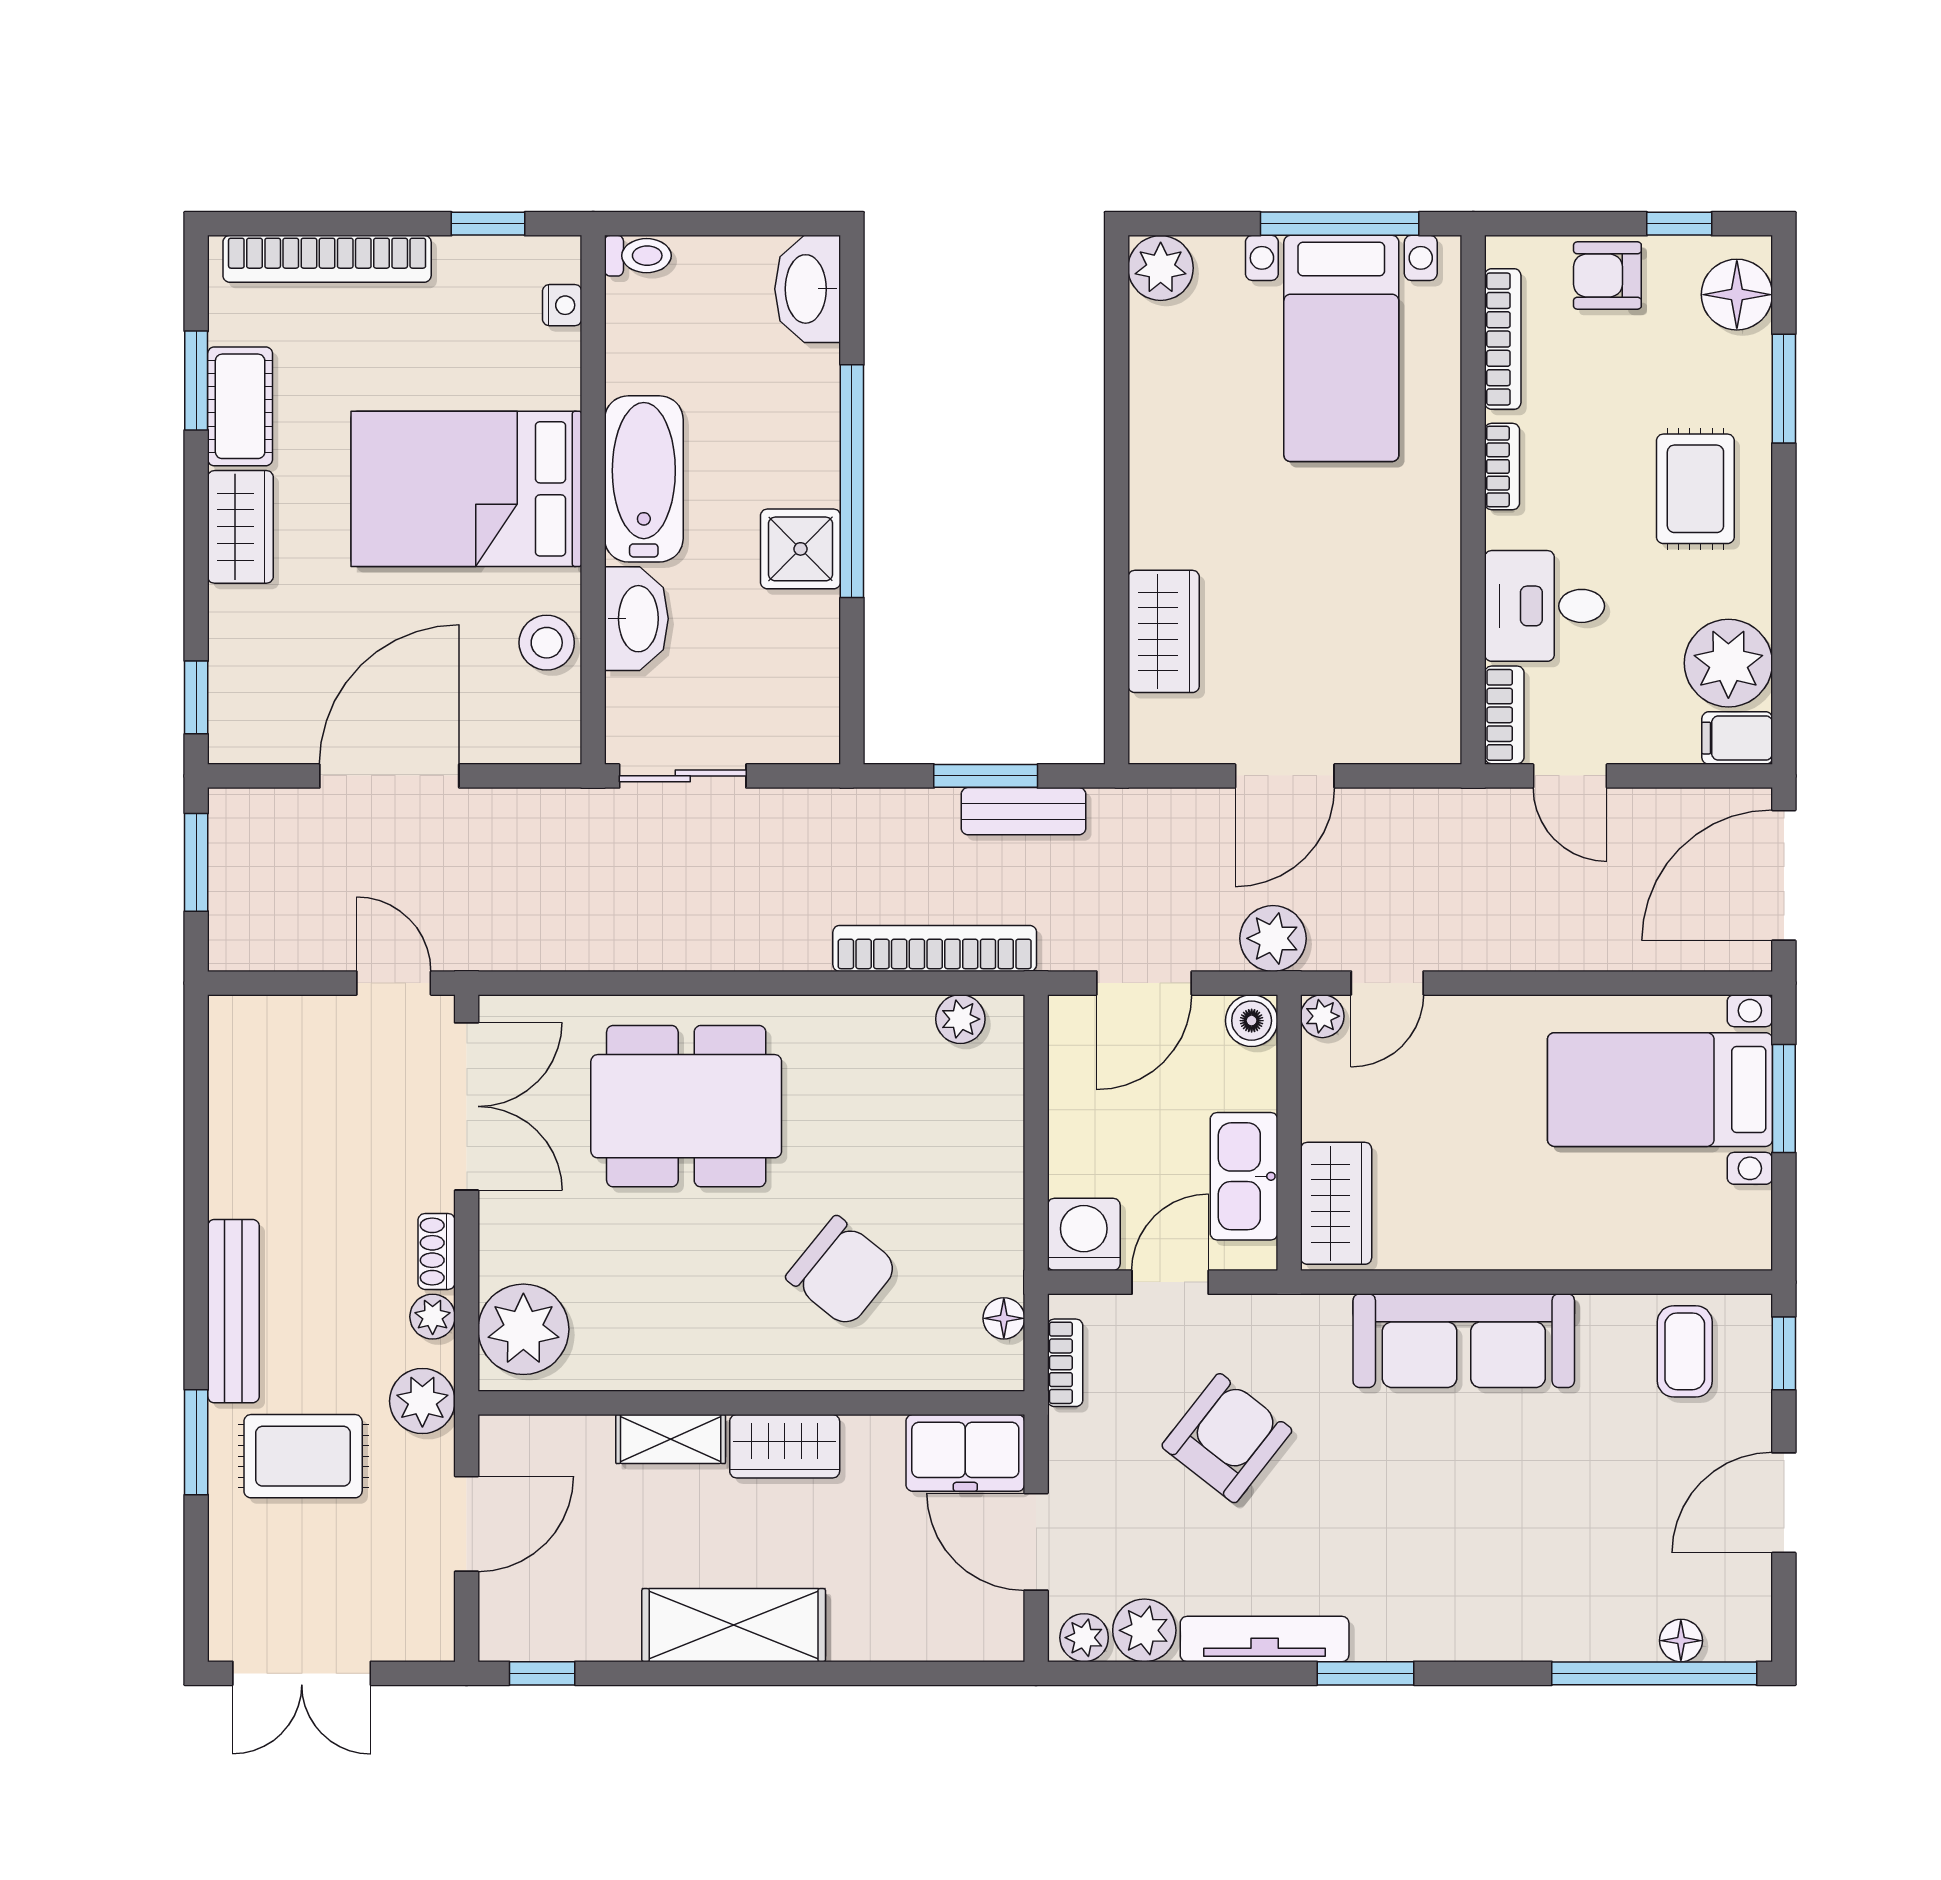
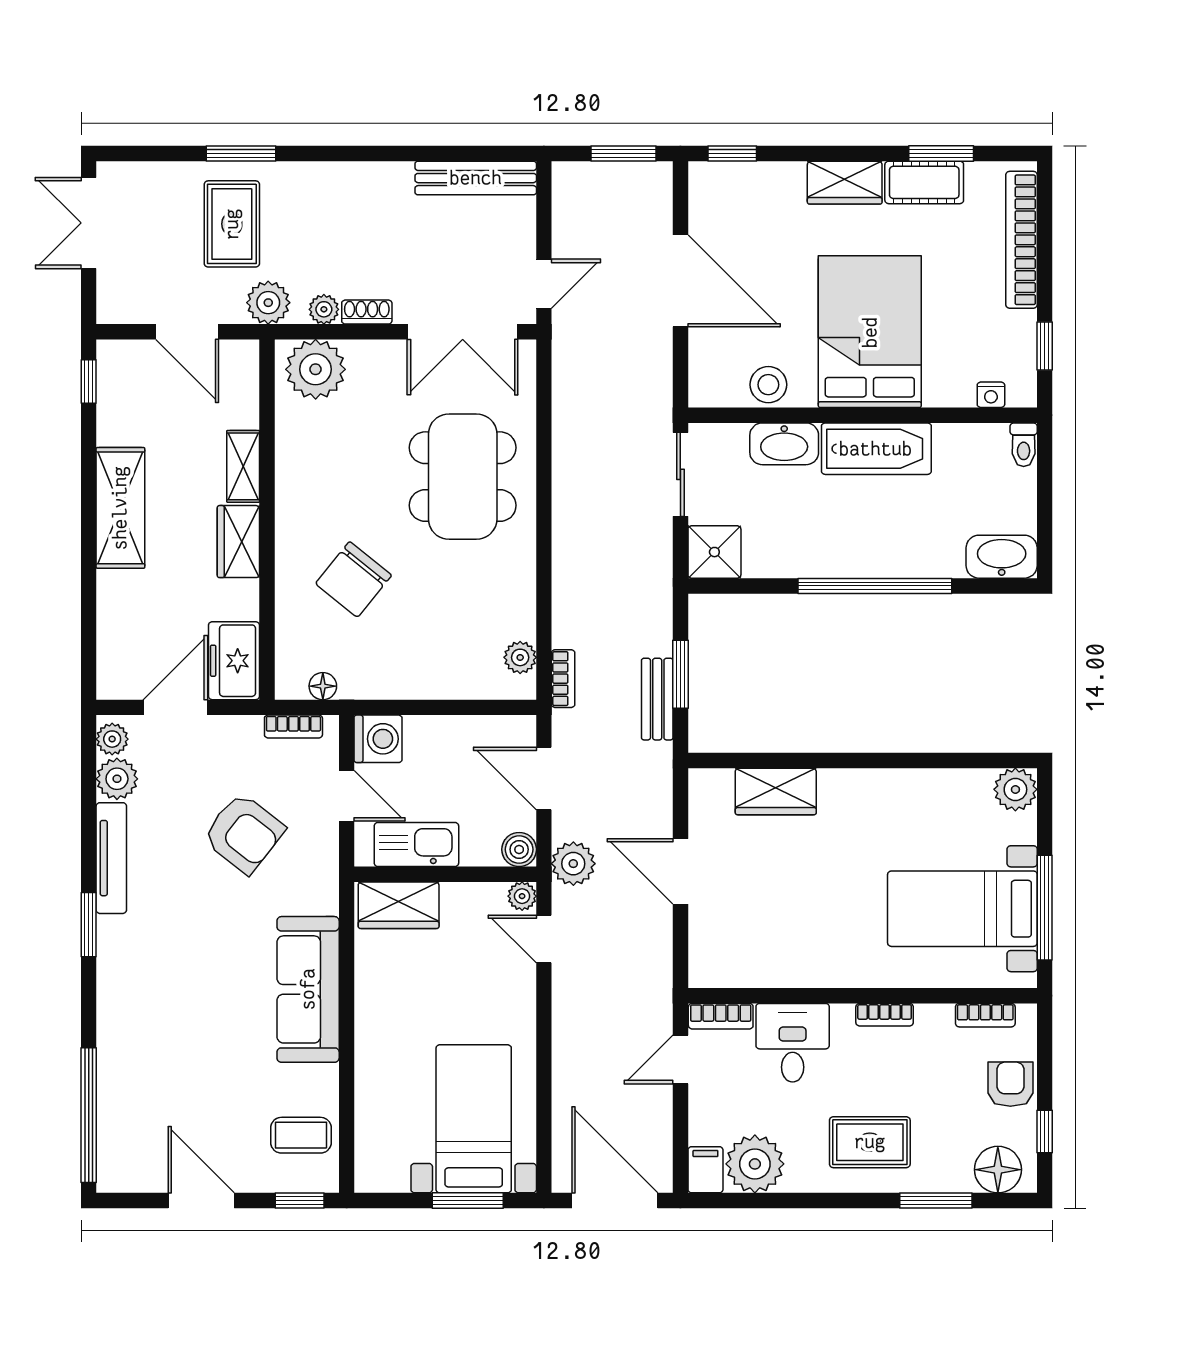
bookcase: (1503, 339) -> (985, 1015), width x0.64
shower: (800, 549) -> (714, 552), moved
bookcase: (935, 948) -> (563, 679), width x0.43, depth x0.76
bench: (233, 1311) -> (476, 178), moved
floor lamp: (1681, 1641) -> (110, 1133), removed

